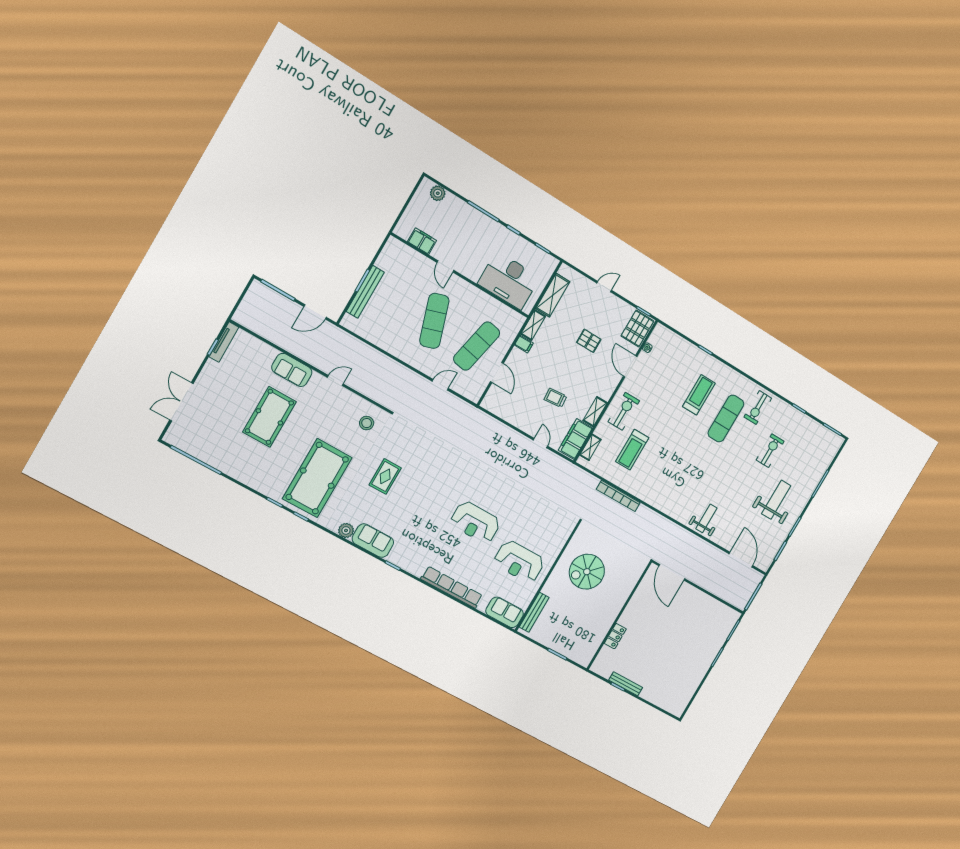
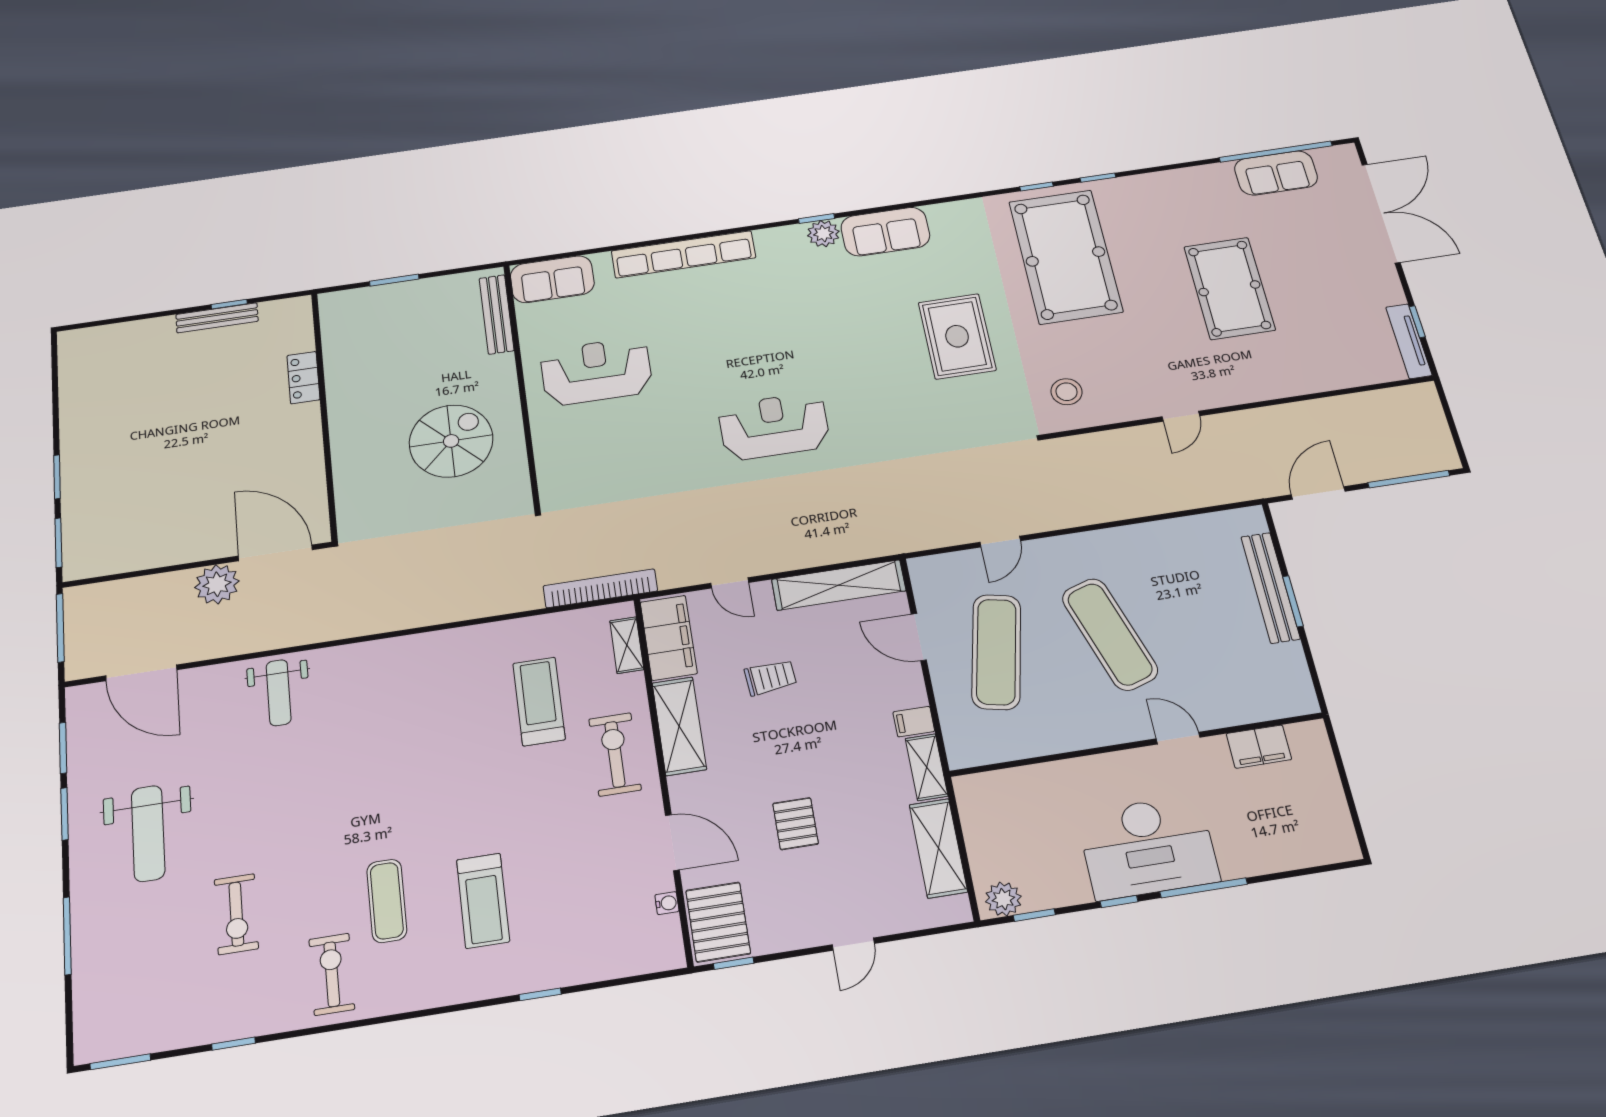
plant: (438, 193) -> (1003, 899), moved
desk: (509, 280) -> (1148, 847), moved, turned 180
pallet: (589, 341) -> (796, 824), turned 90
sofa: (292, 370) -> (1276, 173), moved, turned 180
double door: (181, 402) -> (1381, 213), width x1.36
exercise bike: (624, 411) -> (615, 754), turned 180
shelving: (595, 412) -> (679, 726), width x1.50, depth x1.33
shelving: (507, 413) -> (839, 585), added
exercise mat: (726, 419) -> (387, 901), width x0.73, depth x0.69
rug: (385, 476) -> (957, 336), width x1.36, depth x1.43
bookcase: (618, 496) -> (600, 588), moved
reception desk: (475, 522) -> (774, 426), moved
plant: (346, 530) -> (823, 234), moved
plant: (697, 575) -> (217, 584), added

